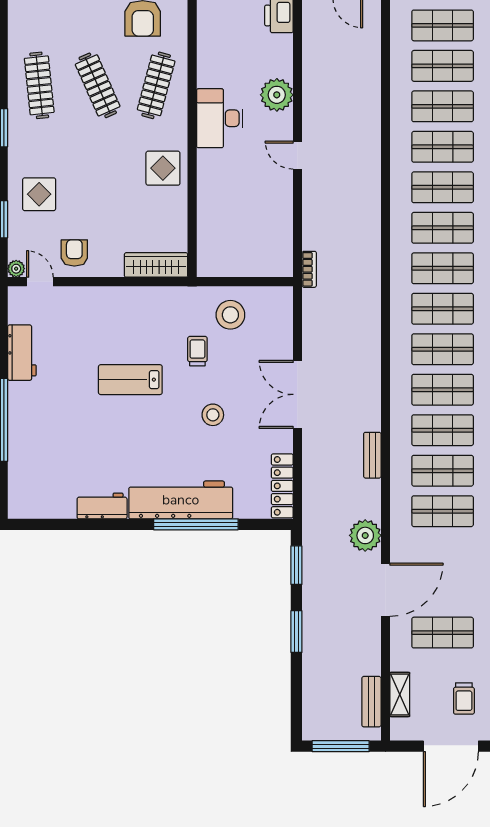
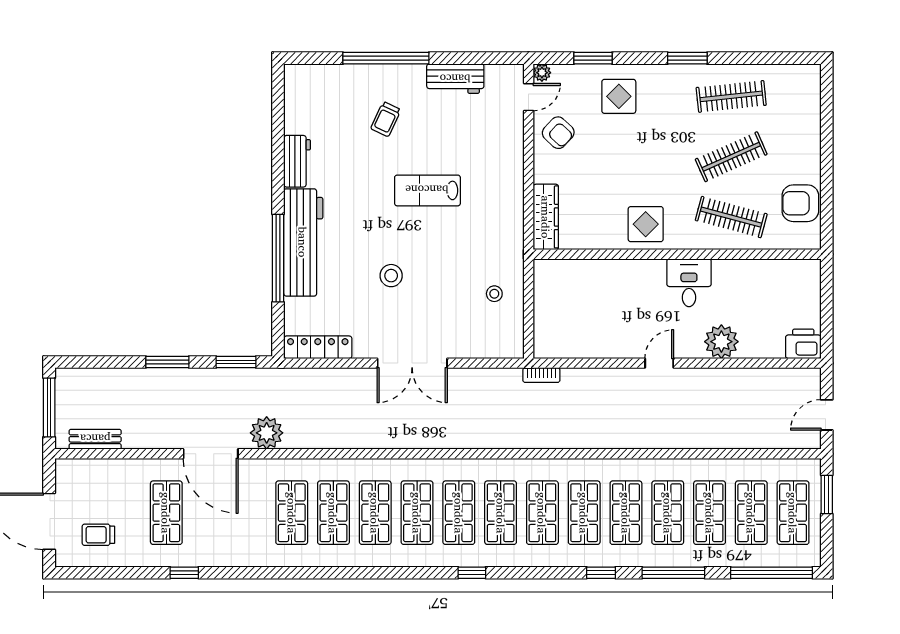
desk: (220, 118) -> (689, 283), width x0.73
armchair: (74, 253) -> (558, 133), turned 43
stool: (230, 315) -> (494, 294), width x0.53, depth x0.53
trolley: (197, 351) -> (386, 119), moved, turned 115
lab bench: (130, 380) -> (427, 190), turned -90
double door: (298, 394) -> (412, 363), swing flipped
bench: (372, 455) -> (349, 440), removed
shelving: (400, 694) -> (103, 469), removed

